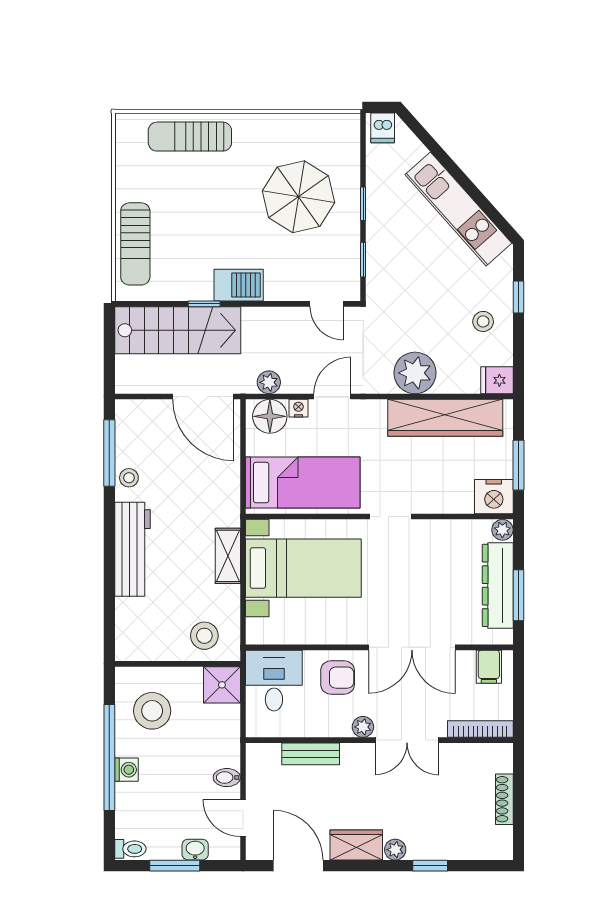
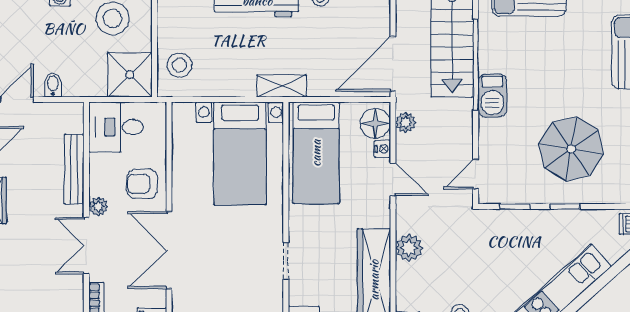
window: (204, 304) -> (476, 65), width x3.17
plant: (415, 373) -> (409, 248), width x0.73, depth x0.73
doorway: (391, 517) -> (286, 261), moved
shelving: (228, 556) -> (282, 86), moved
armchair: (338, 678) -> (142, 184), turned 90
desk: (274, 681) -> (116, 127), moved, turned 180
shower: (222, 685) -> (130, 75), width x1.36, depth x1.36
bench: (311, 754) -> (74, 169), width x1.36

